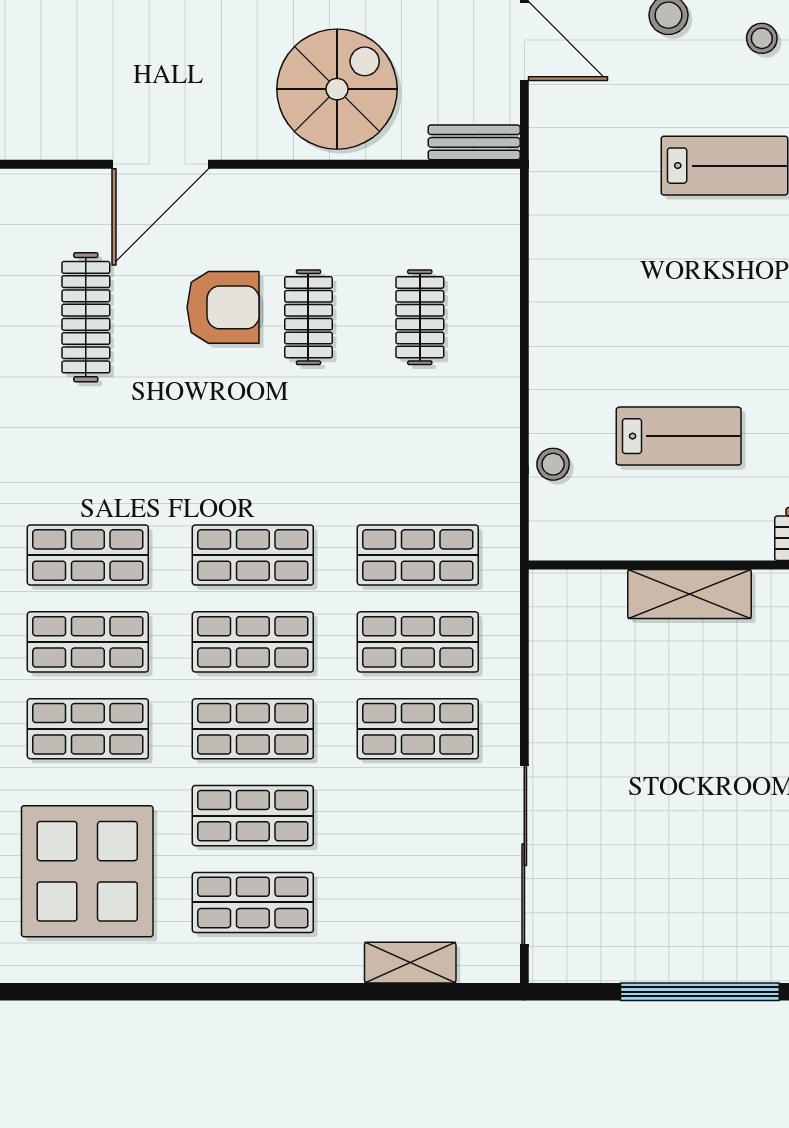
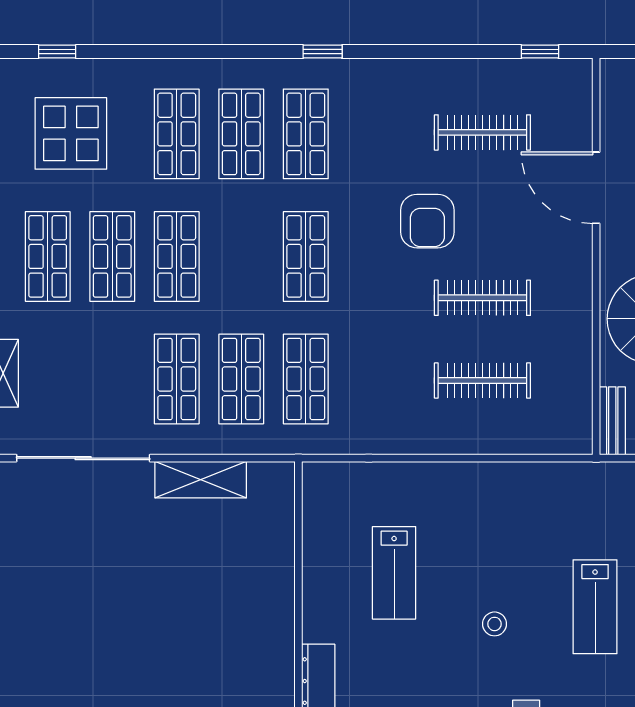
armchair: (223, 307) -> (427, 221), moved
clothes rail: (308, 317) -> (482, 298), width x1.36
clothes rail: (420, 317) -> (482, 380), width x1.36
stool: (553, 464) -> (495, 624), moved
shelving: (689, 594) -> (201, 480), moved, turned 90
shop shelf: (253, 642) -> (241, 256), removed
display table: (87, 871) -> (71, 133), width x0.73, depth x0.73

